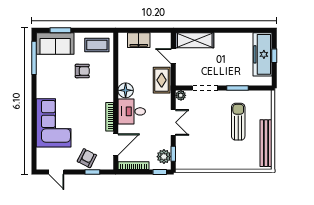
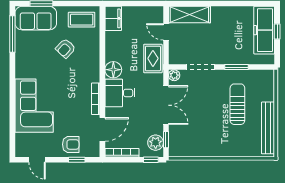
filing cabinet: (139, 40) -> (113, 18), moved, turned -90
armchair: (82, 71) -> (66, 48), turned 133
double door: (173, 122) -> (166, 105), width x1.37
armchair: (87, 158) -> (71, 144), turned 63

